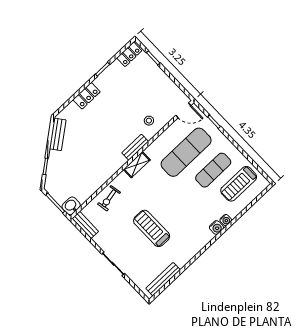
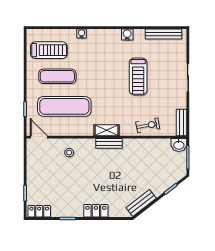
bench: (135, 147) -> (109, 143), moved
water cooler: (216, 227) -> (127, 35), moved

